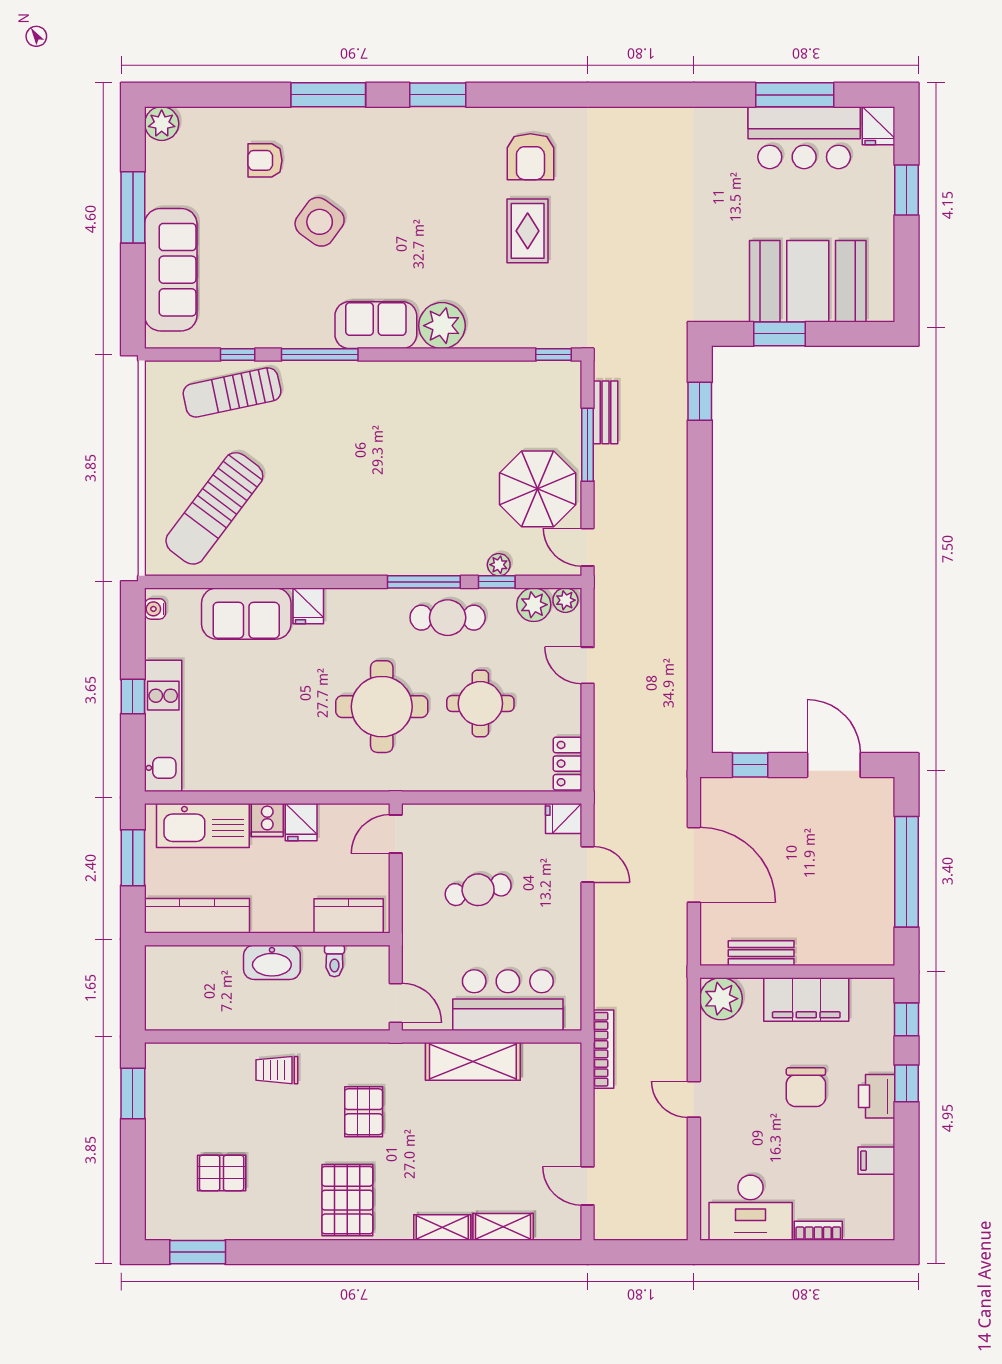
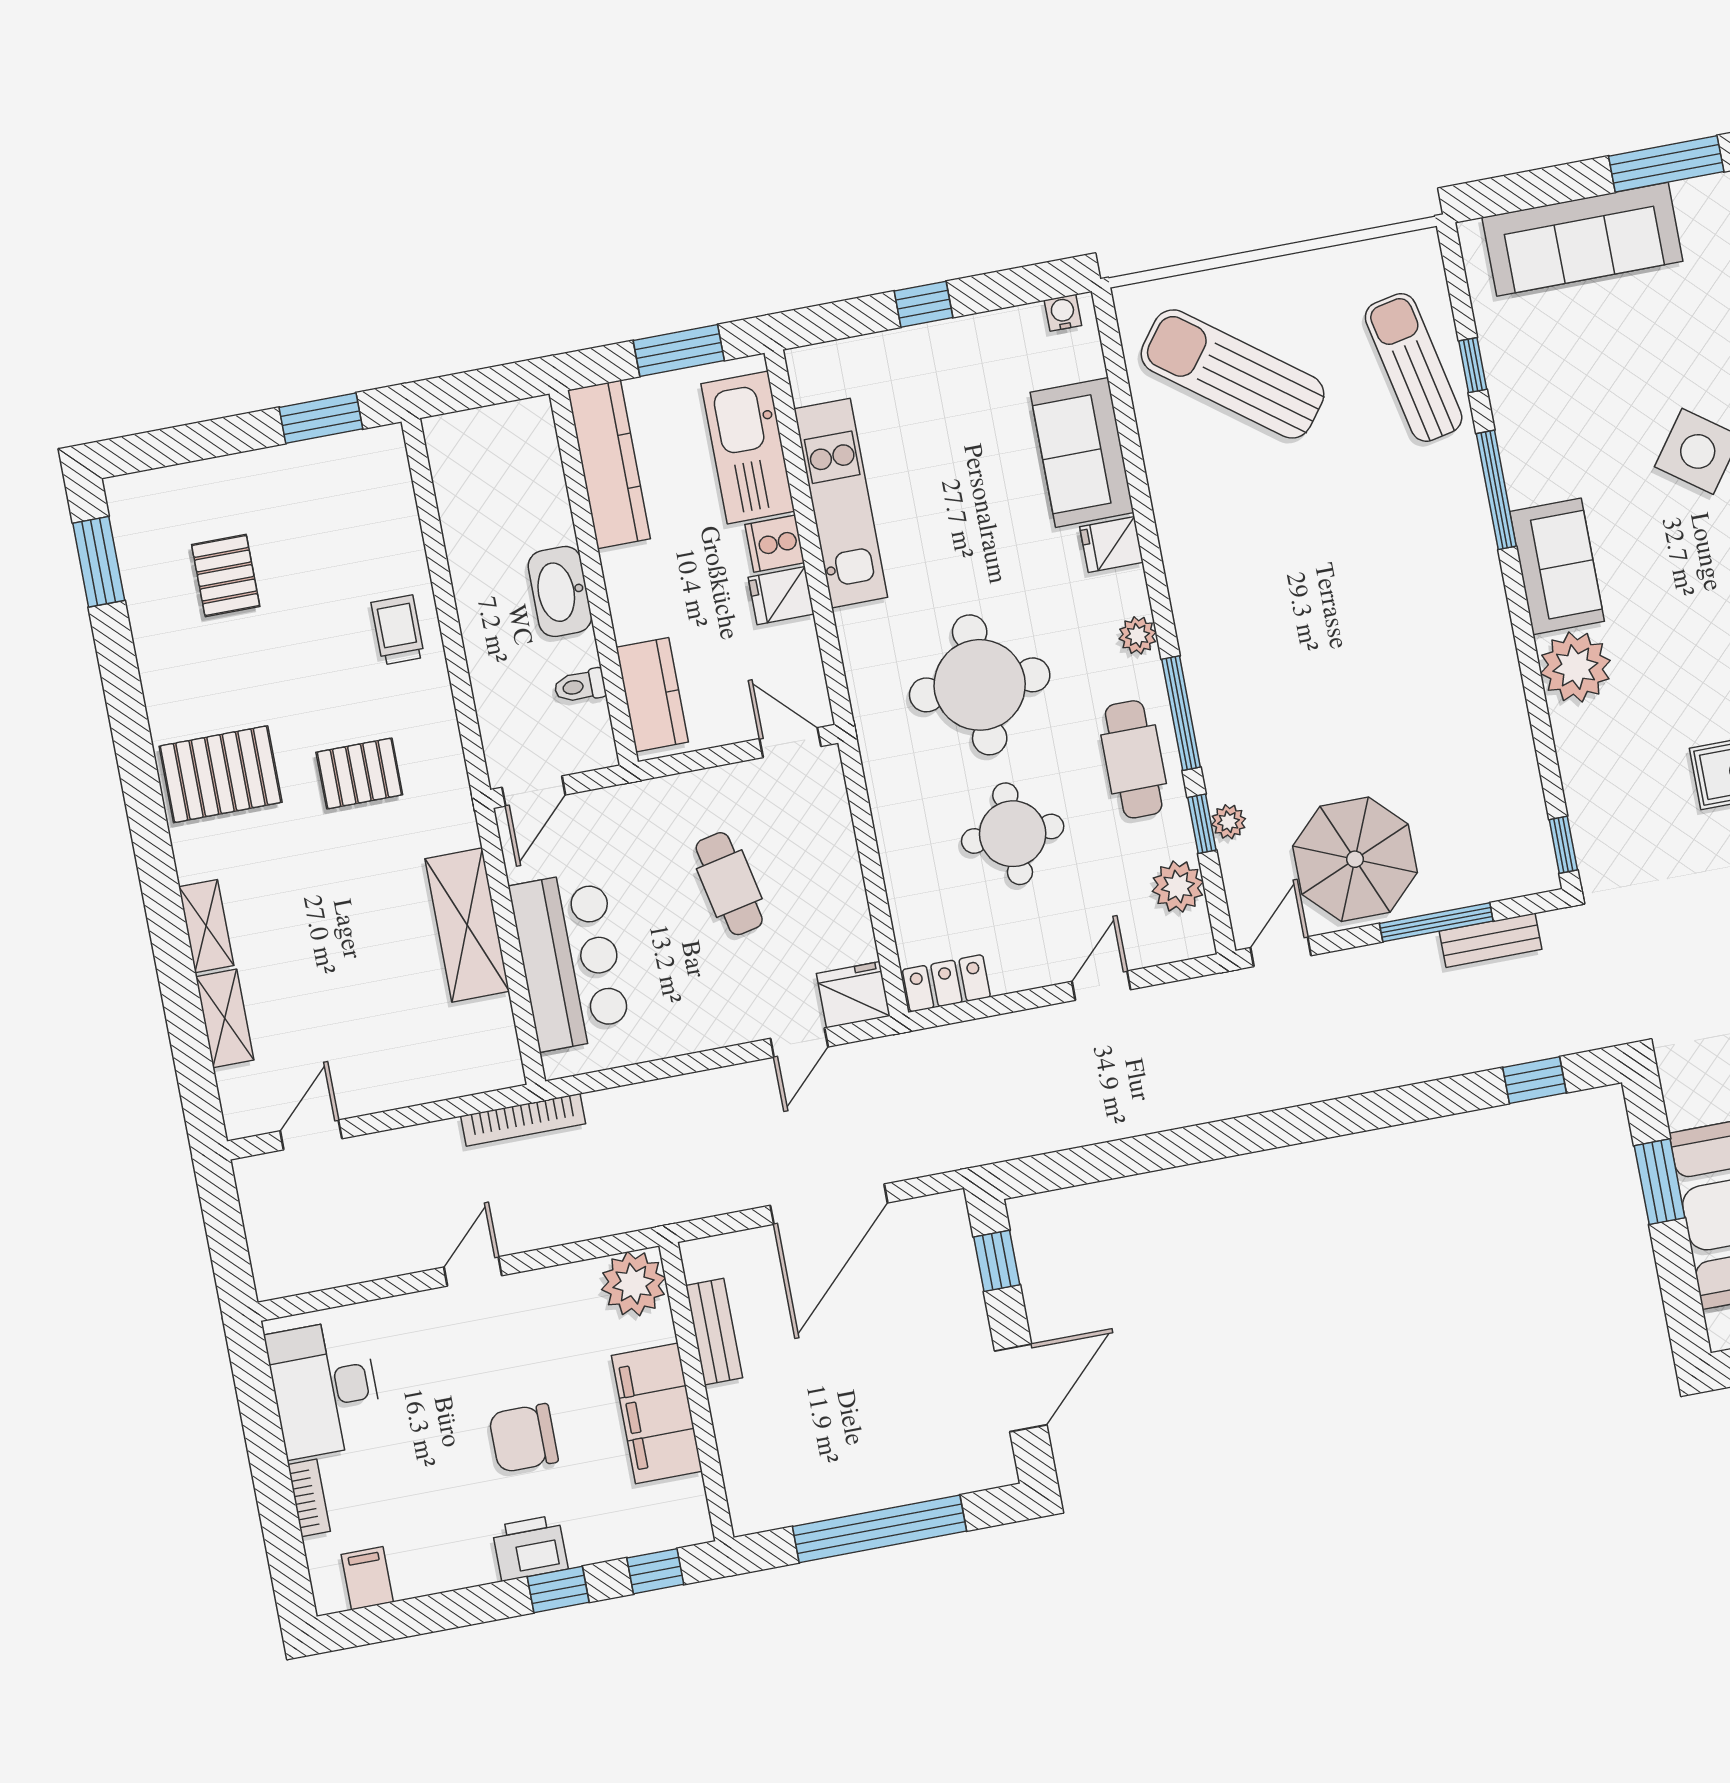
plant: (565, 600) -> (1138, 635), moved
kitchen unit: (163, 726) -> (841, 503), moved, turned -90
fridge: (564, 818) -> (853, 995), width x1.38
filing cabinet: (876, 1161) -> (367, 1578), moved

